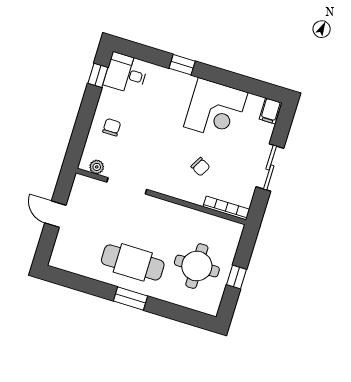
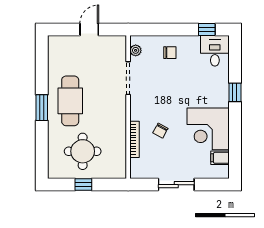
filing cabinet: (270, 111) -> (220, 158), moved
bookcase: (226, 208) -> (135, 139), moved

